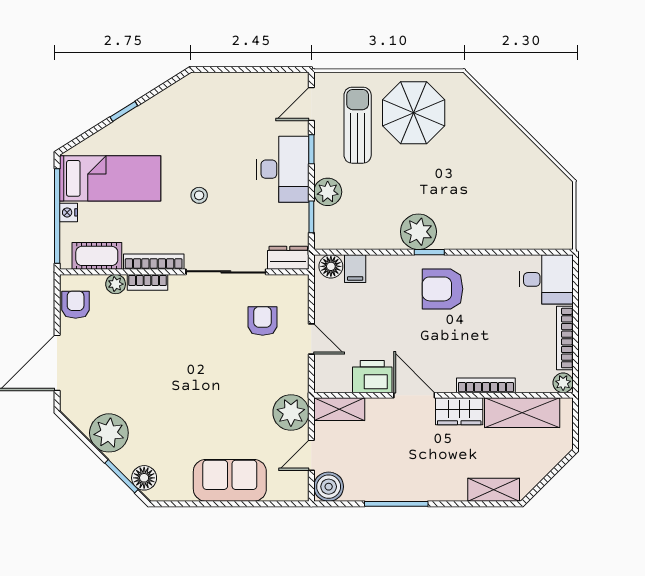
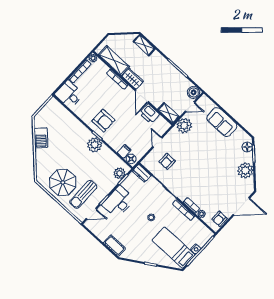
barbecue: (525, 156) -> (41, 138), added
plant: (328, 192) -> (120, 173), moved
cot: (97, 256) -> (115, 246), moved

